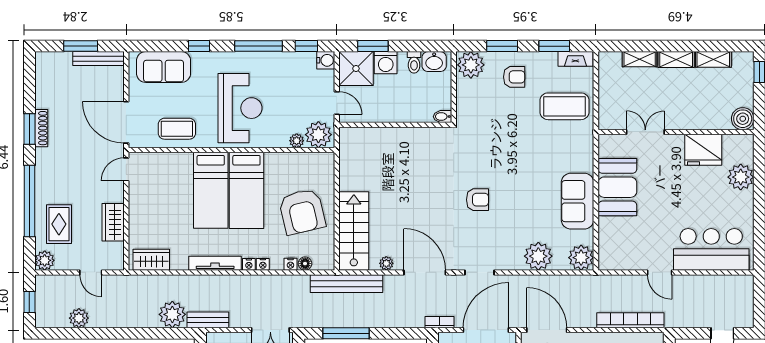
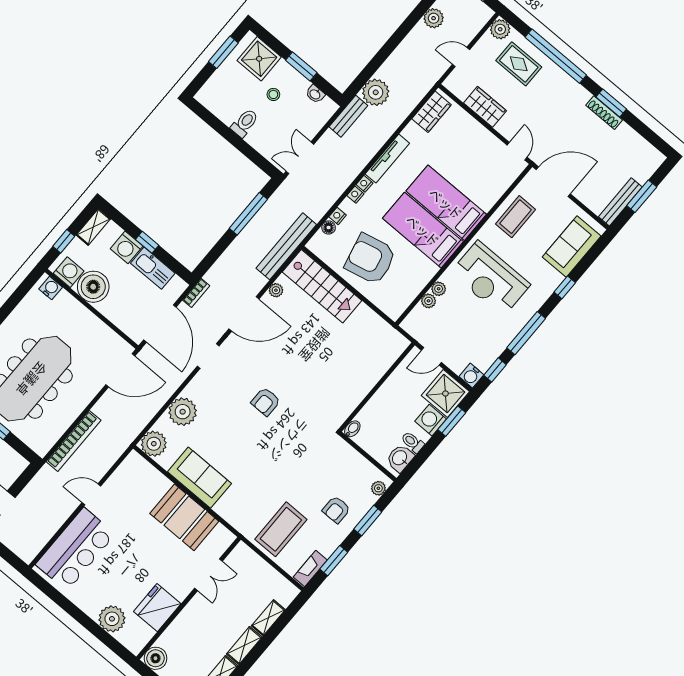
plant: (471, 65) -> (378, 488), width x0.53, depth x0.53
plant: (318, 135) -> (439, 289), moved, width x0.53, depth x0.53

